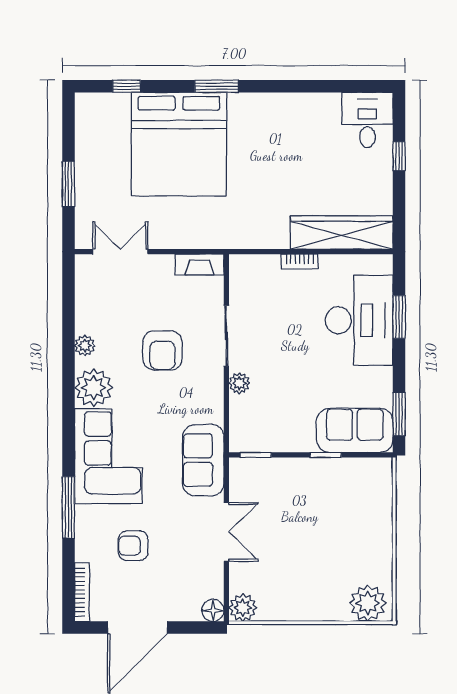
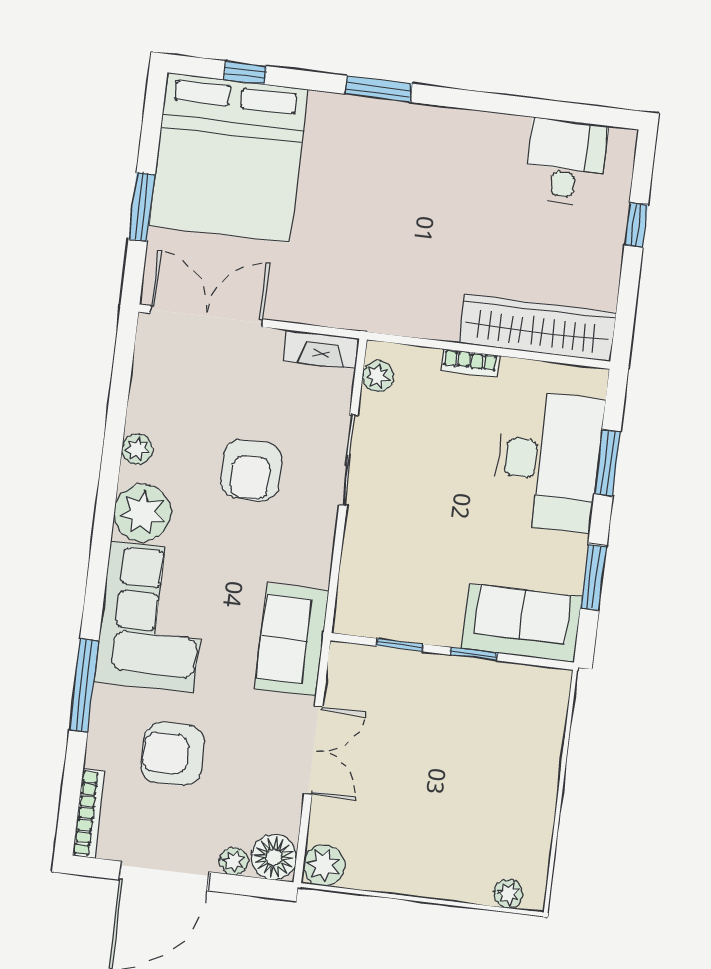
desk: (367, 120) -> (566, 162), moved
bed: (179, 144) -> (228, 158), moved
double door: (120, 252) -> (207, 316), width x1.37
plant: (239, 383) -> (378, 376), moved
window: (399, 414) -> (594, 577), moved
window: (256, 455) -> (400, 645), moved
armchair: (133, 546) -> (173, 754), width x1.38, depth x1.38
plant: (368, 603) -> (508, 894), width x0.53, depth x0.53
floor lamp: (213, 610) -> (274, 857), width x1.38, depth x1.38
plant: (182, 612) -> (234, 861), added

